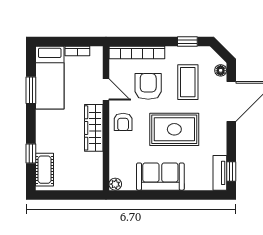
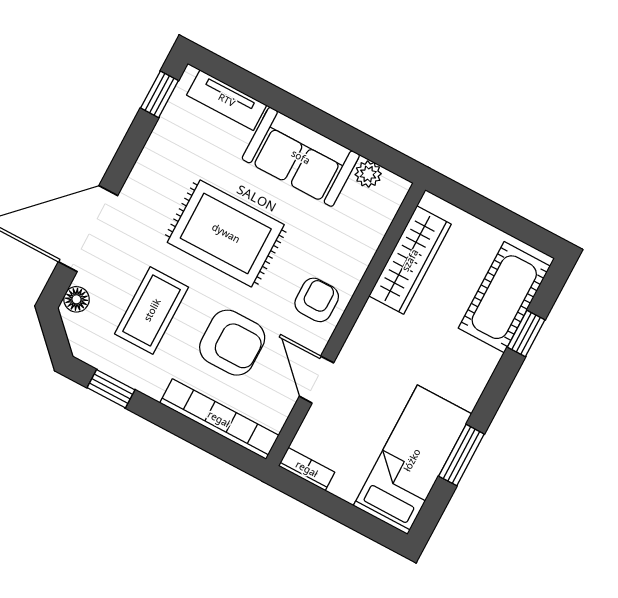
bookcase: (77, 51) -> (307, 469), moved
armchair: (148, 86) -> (232, 343), turned -90
wardrobe: (94, 128) -> (410, 260), moved
cot: (45, 170) -> (504, 297), width x1.37, depth x1.34
tv unit: (220, 173) -> (227, 100), moved, turned 90
plant: (115, 184) -> (368, 174), moved

